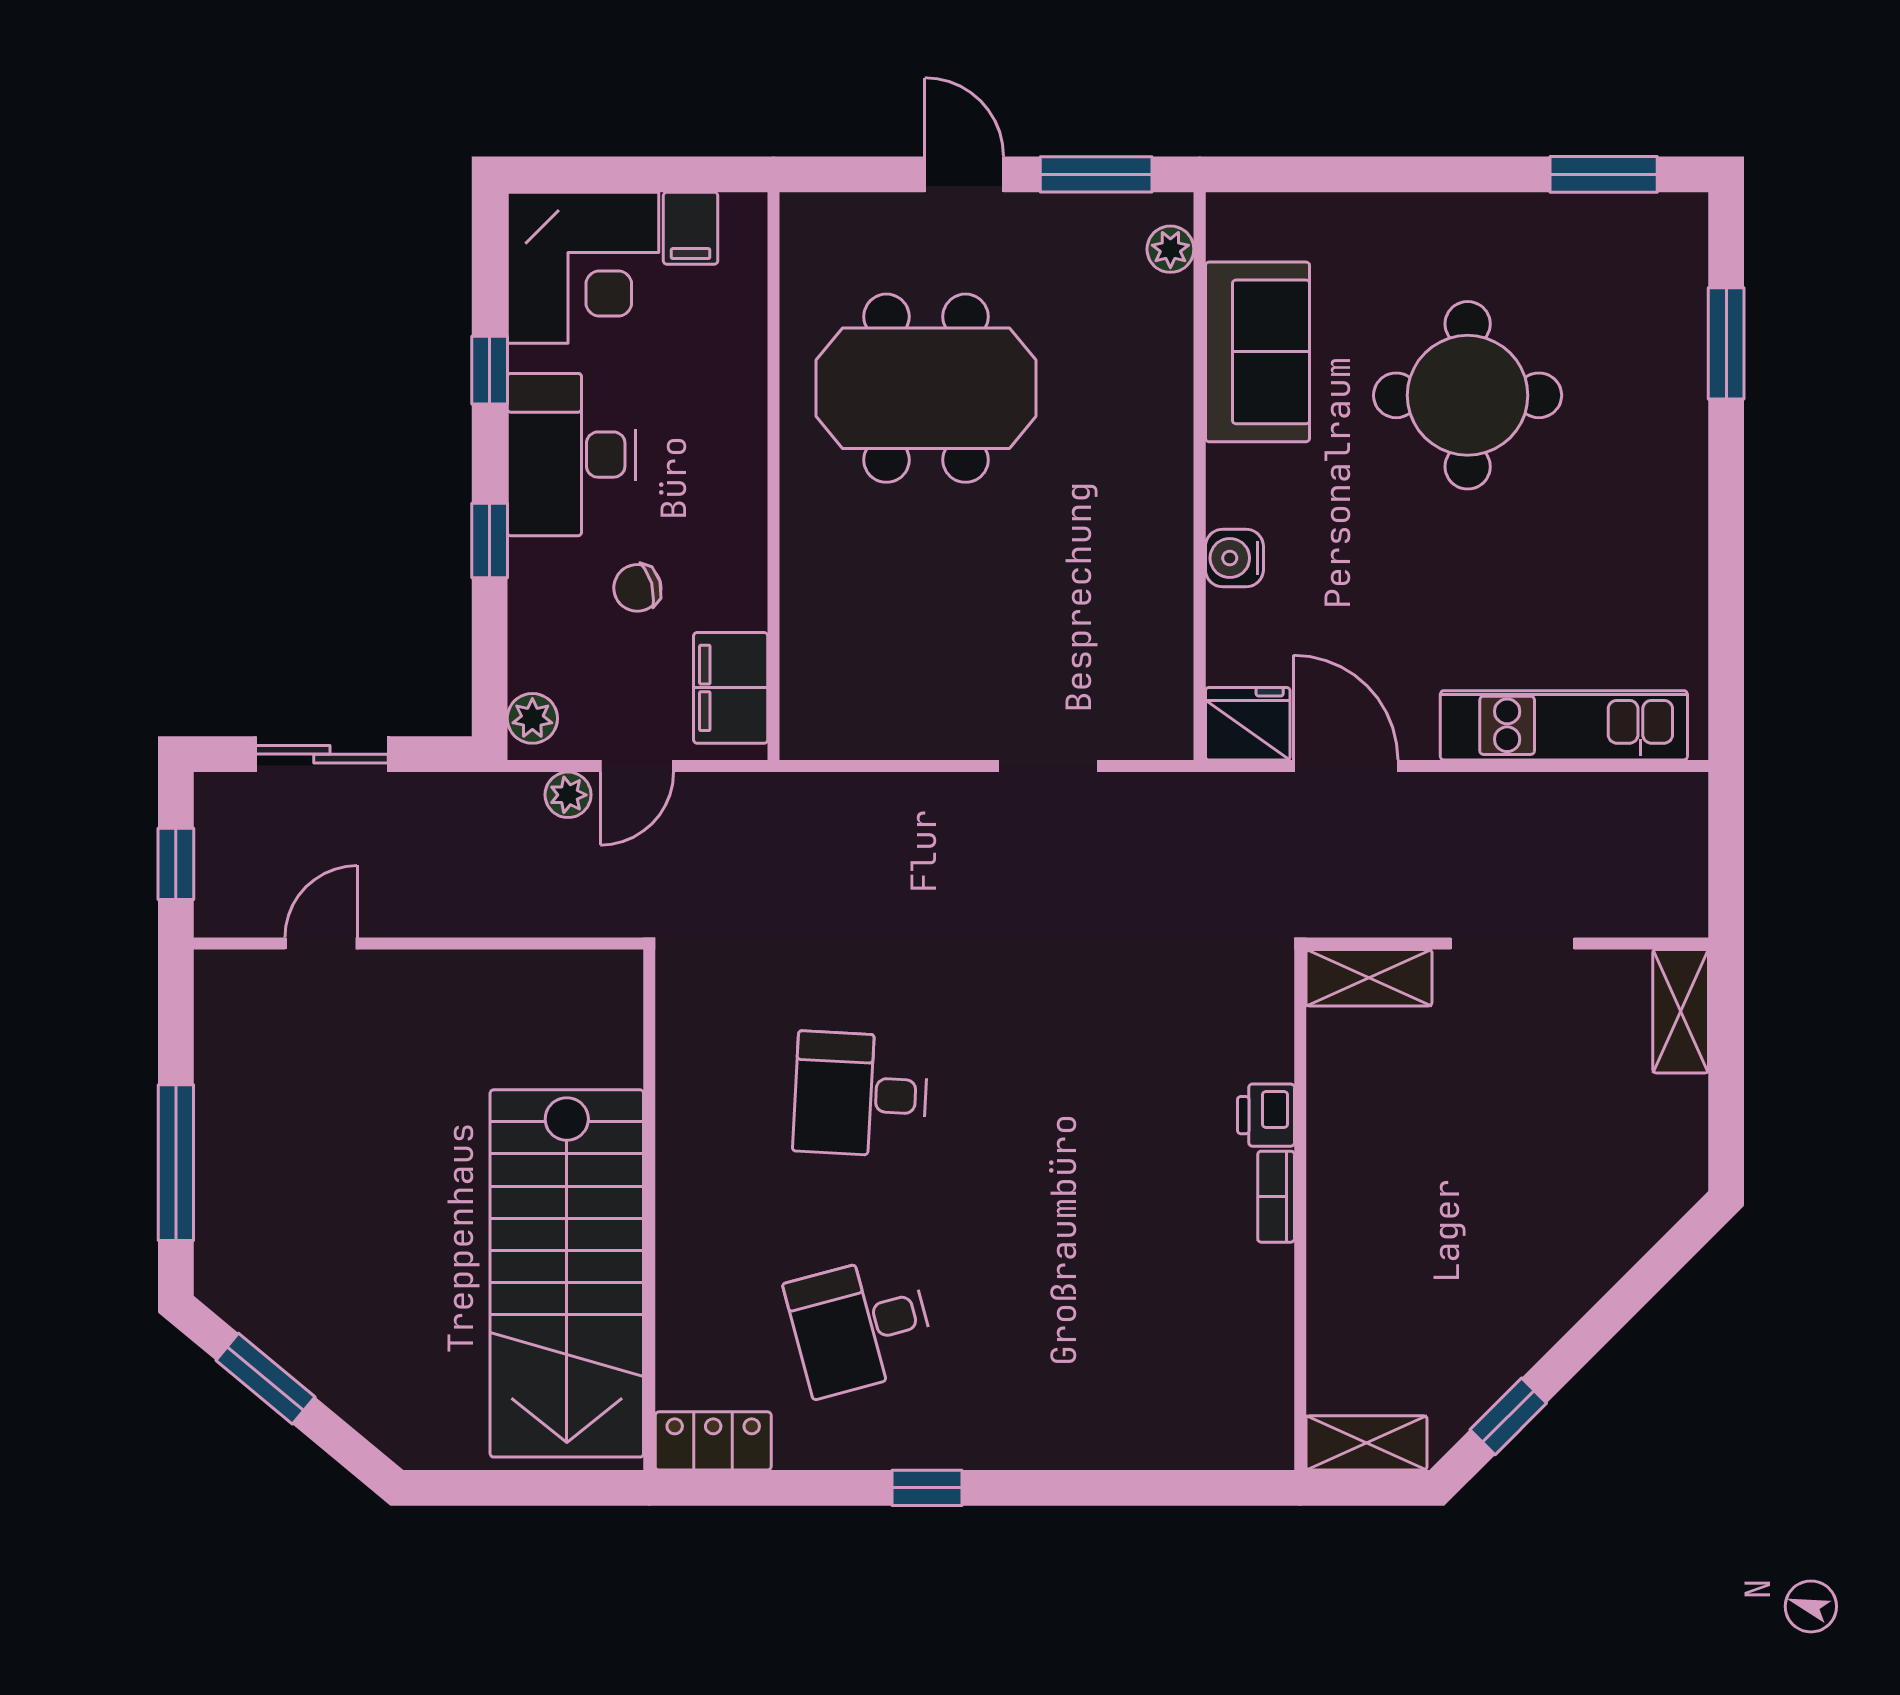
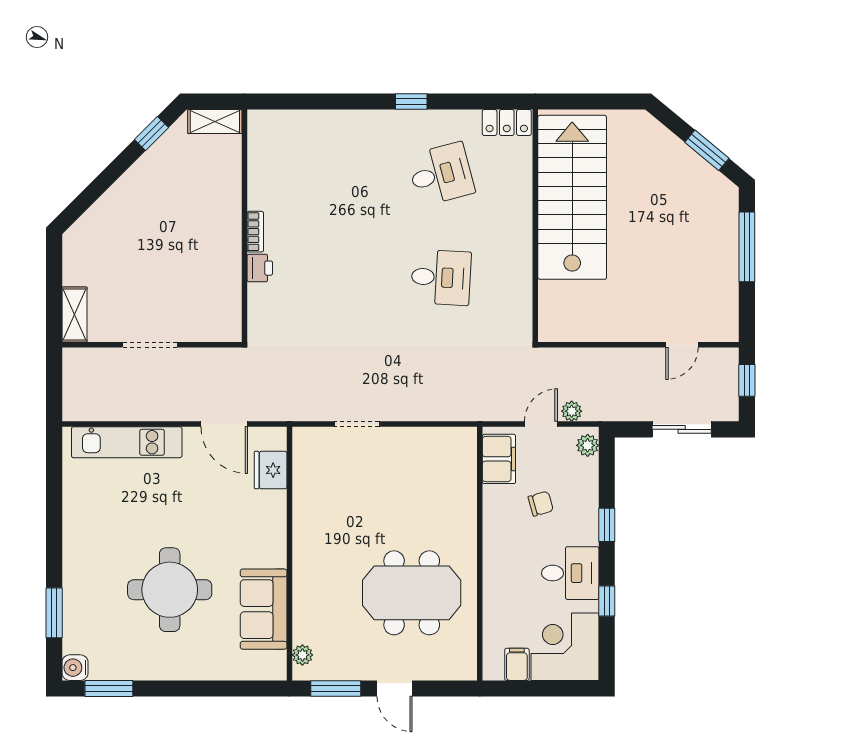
desk: (571, 455) -> (570, 573), width x0.73
water cooler: (1234, 558) -> (75, 668), moved, turned 180
fridge: (1248, 724) -> (271, 470), moved, turned 90
shelving: (1369, 978) -> (214, 329), removed

